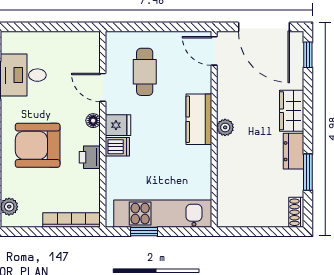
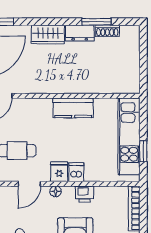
kitchen counter: (199, 119) -> (73, 108), moved
plant: (225, 127) -> (61, 87), removed
shoe rack: (296, 212) -> (107, 31), moved

